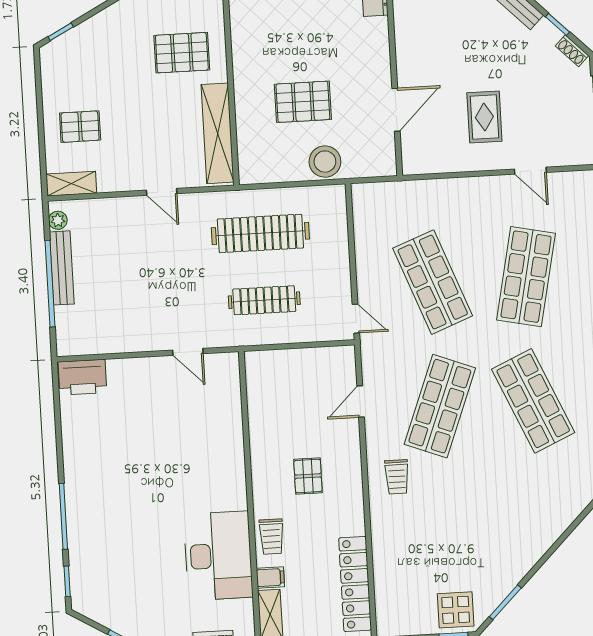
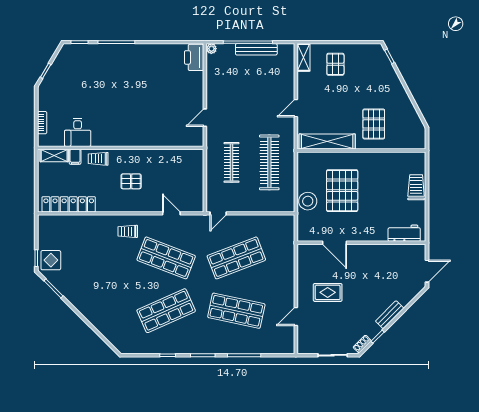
pallet: (303, 102) -> (342, 191), width x1.37, depth x1.41
plant: (58, 220) -> (211, 49), moved
desk: (218, 556) -> (78, 132), width x0.53, depth x0.77

